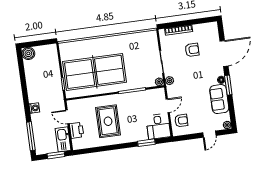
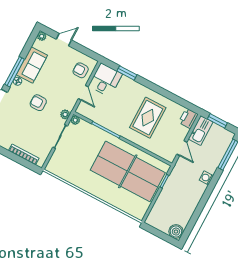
armchair: (192, 50) -> (38, 103), moved
window: (228, 85) -> (15, 72), width x1.44
door: (168, 106) -> (83, 93), swing flipped
printer: (77, 130) -> (188, 118), moved

